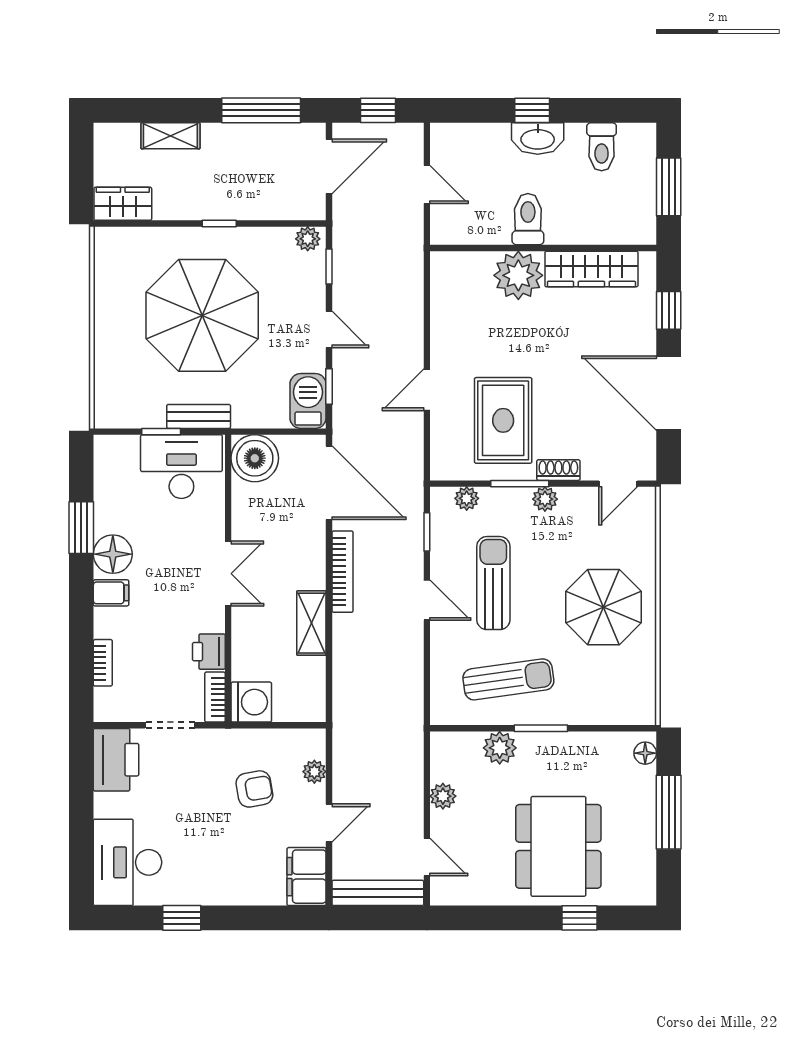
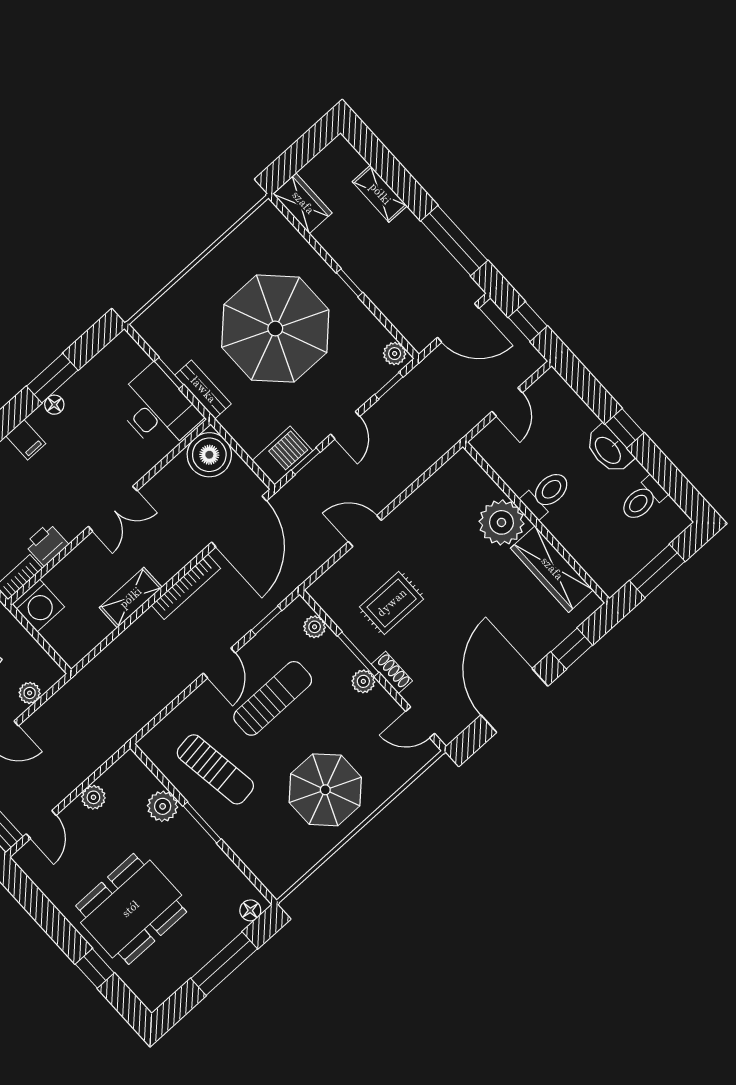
rug: (503, 420) -> (392, 603), width x0.73, depth x0.70
floor lamp: (113, 554) -> (54, 405), width x0.53, depth x0.53

